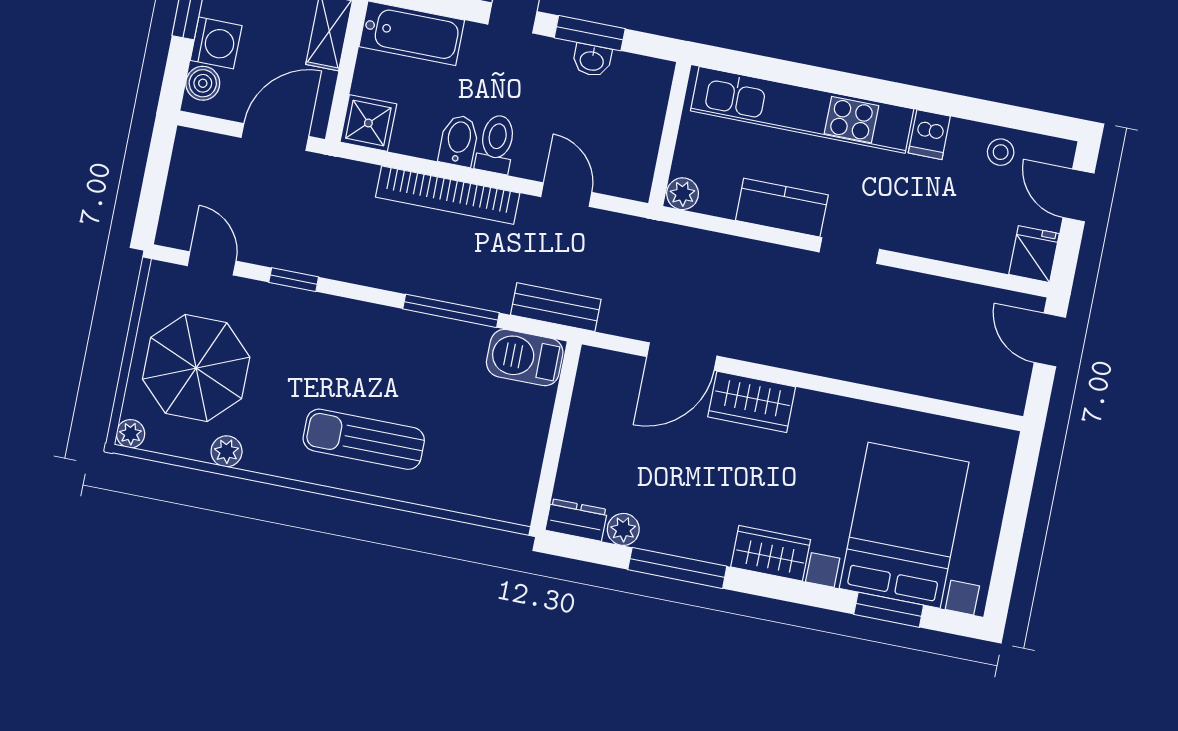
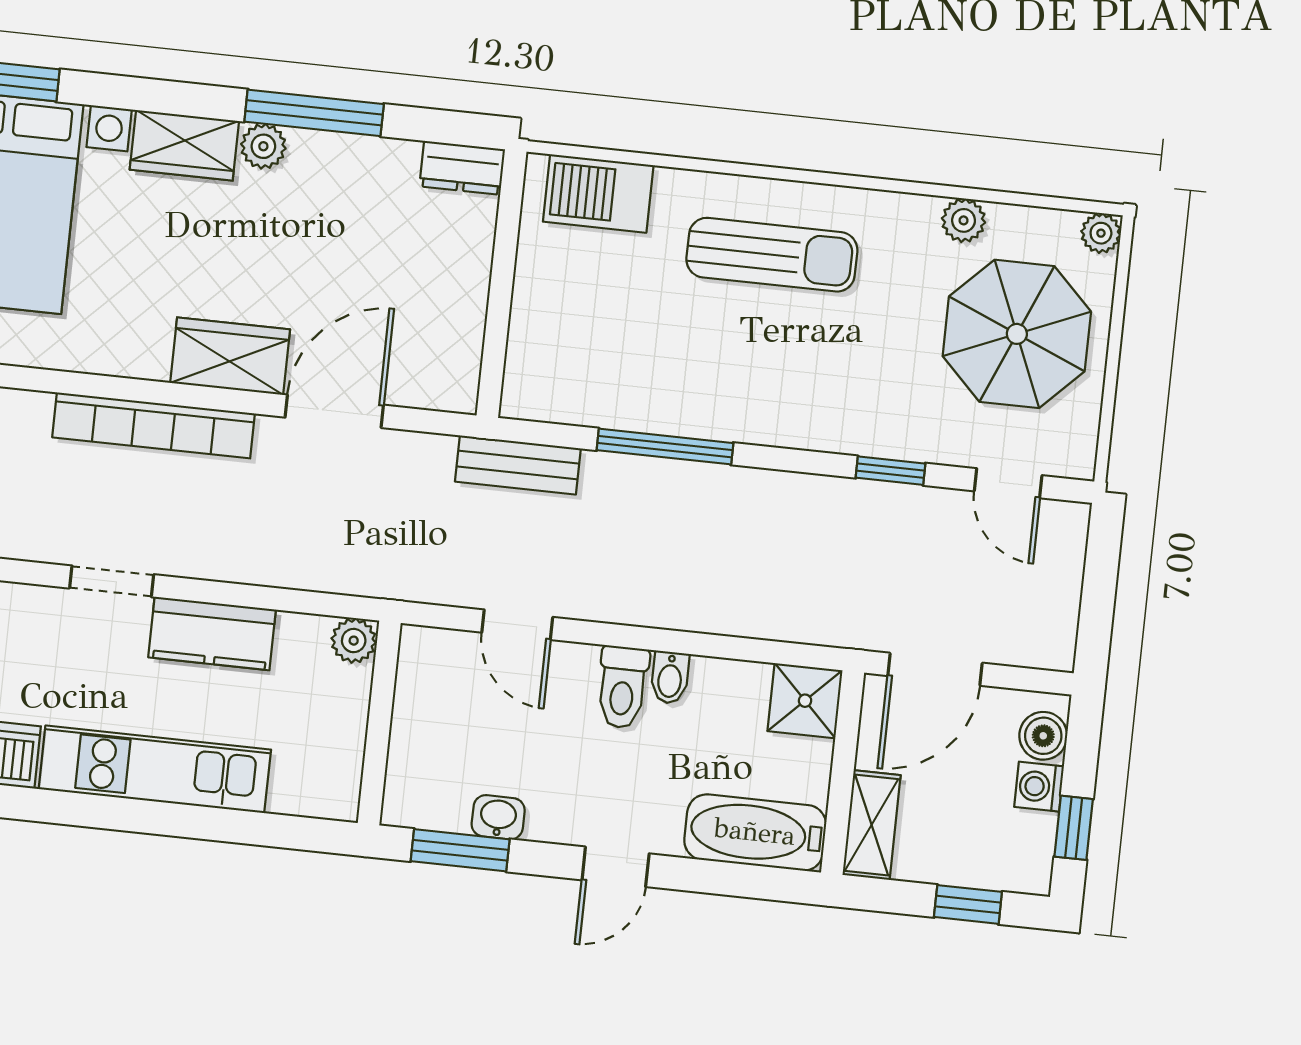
window: (590, 33) -> (460, 850), moved
washing machine: (216, 43) -> (1039, 787), width x0.73, depth x0.73
kitchen unit: (802, 110) -> (155, 769), width x0.73
bidet: (459, 140) -> (670, 678), width x0.72, depth x0.74
bookcase: (448, 195) -> (154, 425), moved, turned 180
barbecue: (525, 358) -> (598, 193), moved, turned 180
plant: (623, 529) -> (263, 146), moved

